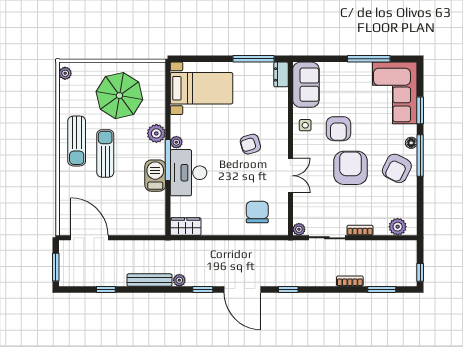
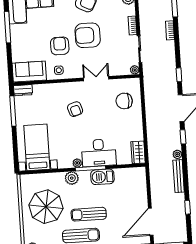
armchair: (338, 129) -> (60, 46), turned -90

